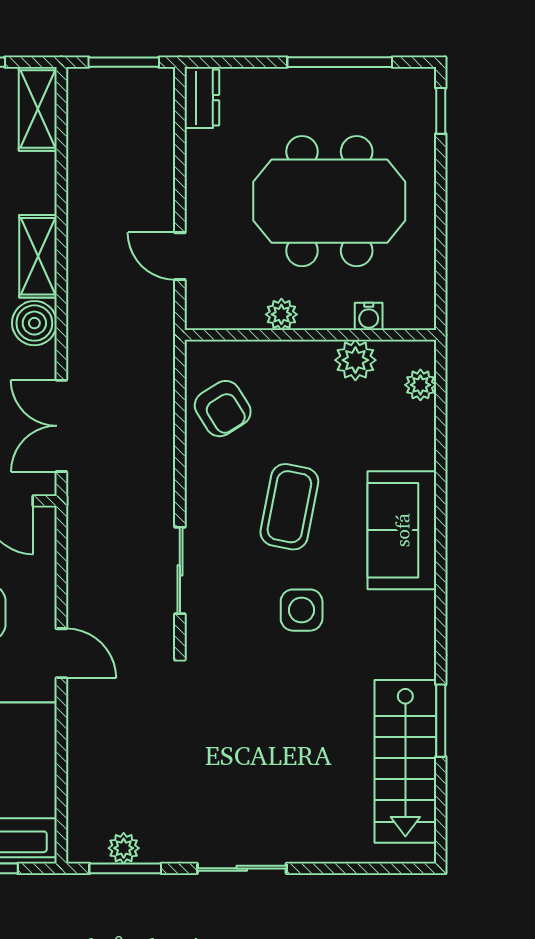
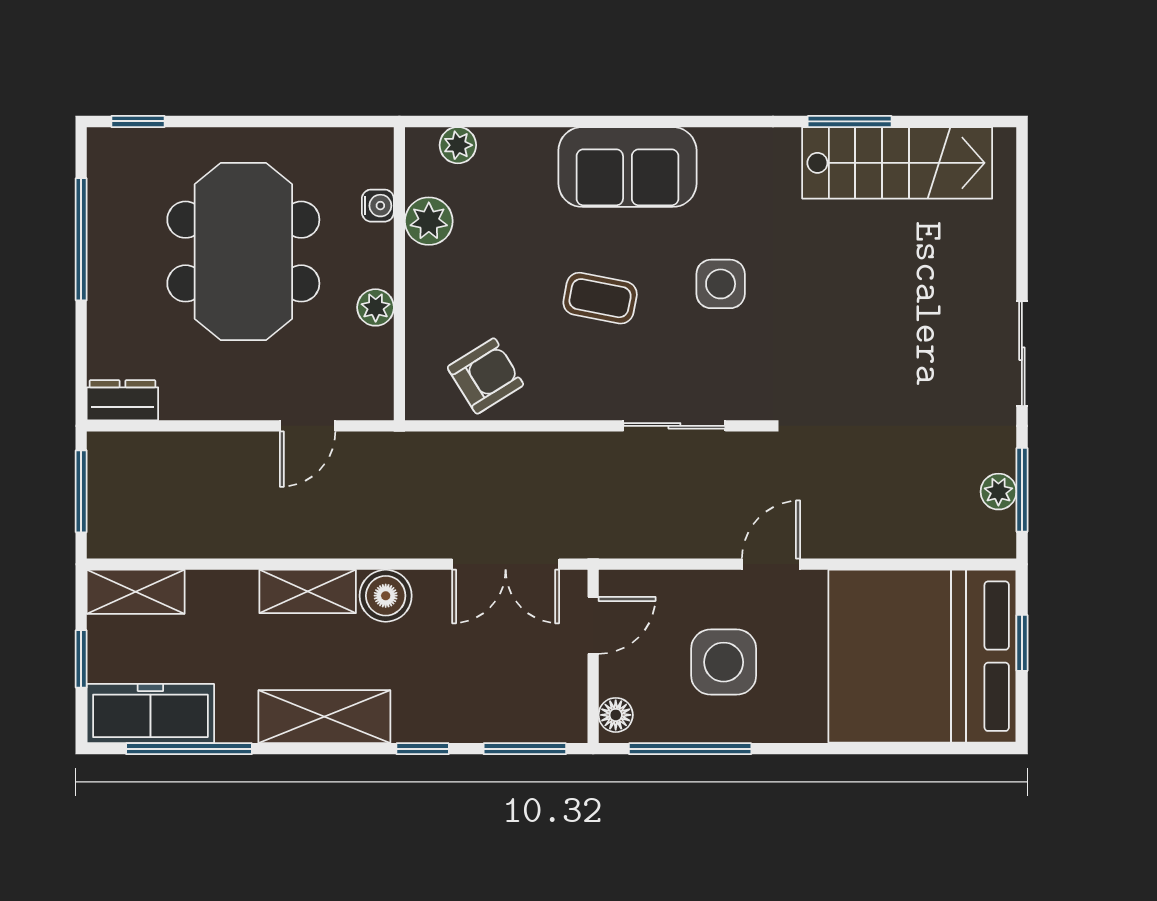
coffee table: (289, 507) -> (600, 298), width x0.73, depth x0.77

